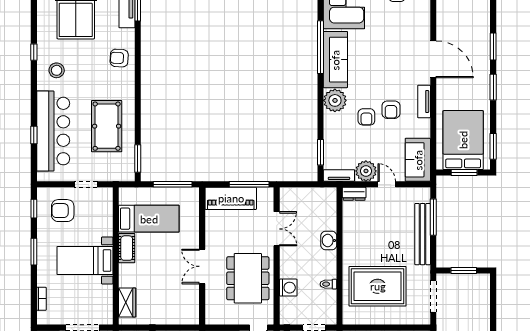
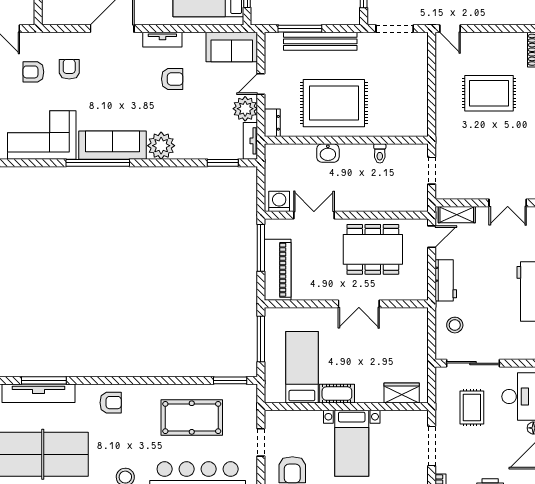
armchair: (119, 58) -> (111, 403), turned -93
armchair: (366, 117) -> (69, 69), moved, turned -90
rug: (378, 286) -> (334, 103), moved, turned 90
washing machine: (288, 288) -> (279, 201), moved

